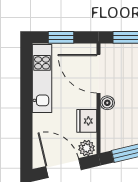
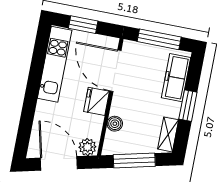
boiler: (107, 103) -> (115, 124), moved
fridge: (87, 121) -> (97, 101), moved

